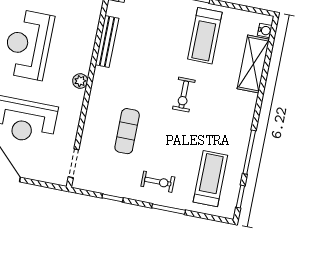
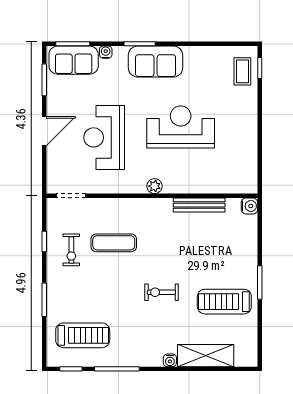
water cooler: (265, 30) -> (170, 360), moved
exercise bike: (158, 182) -> (71, 250), moved

